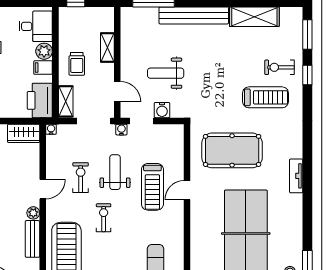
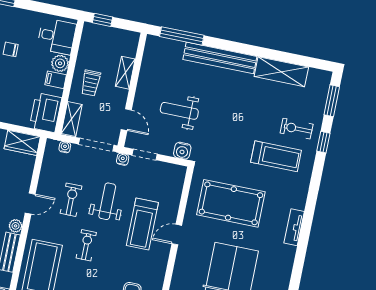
water cooler: (162, 110) -> (182, 151), moved
water cooler: (51, 129) -> (65, 147), moved
tv unit: (296, 176) -> (294, 227), moved

